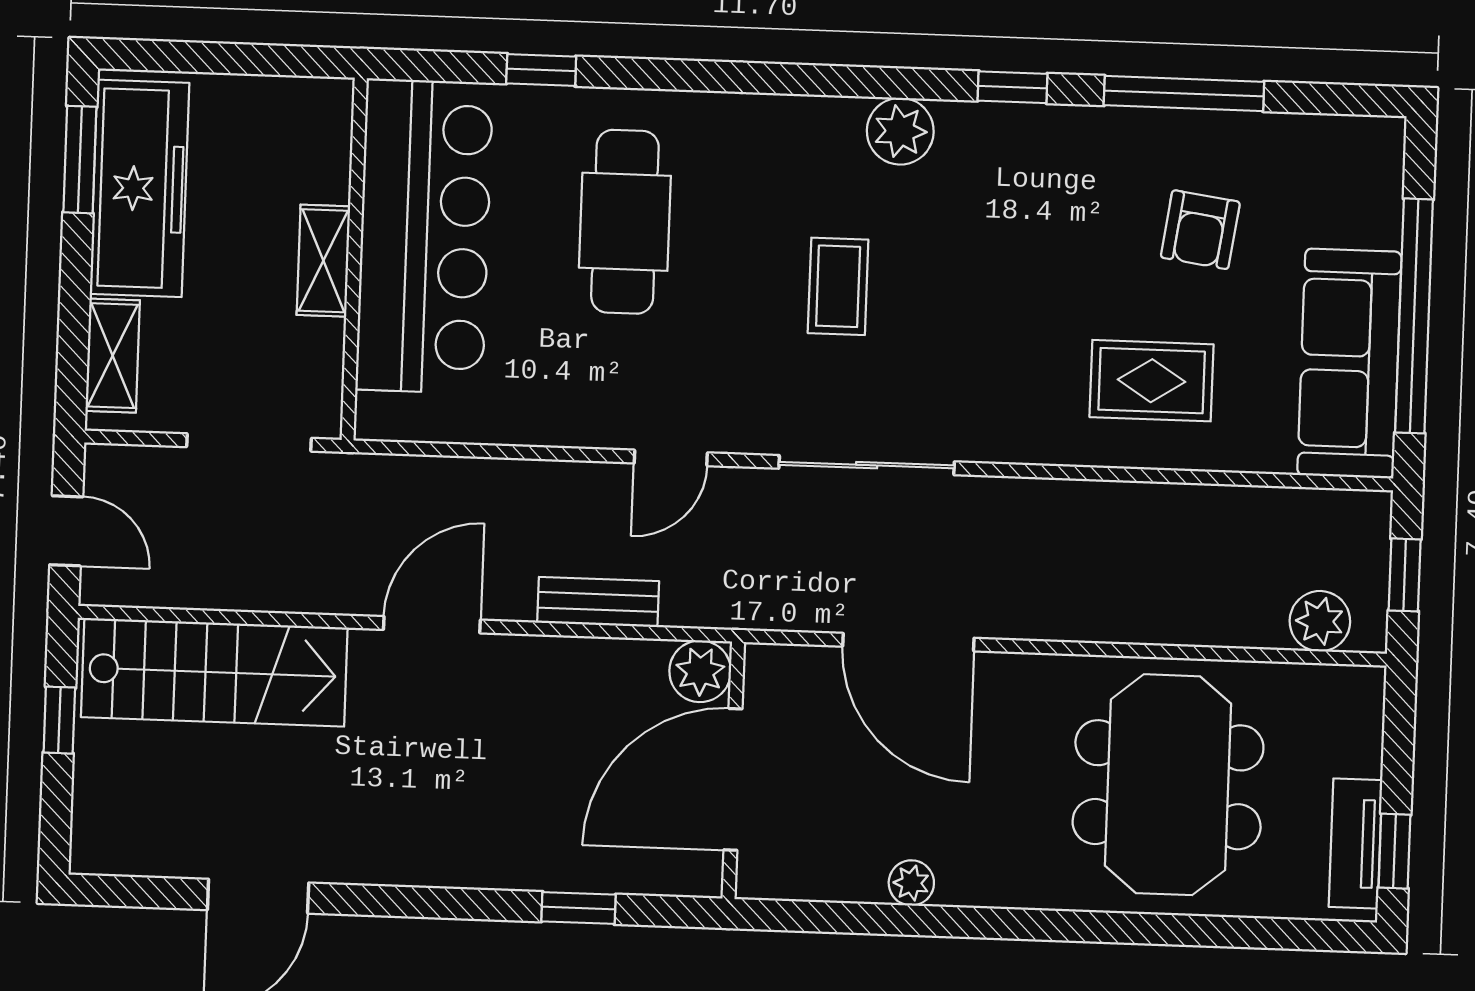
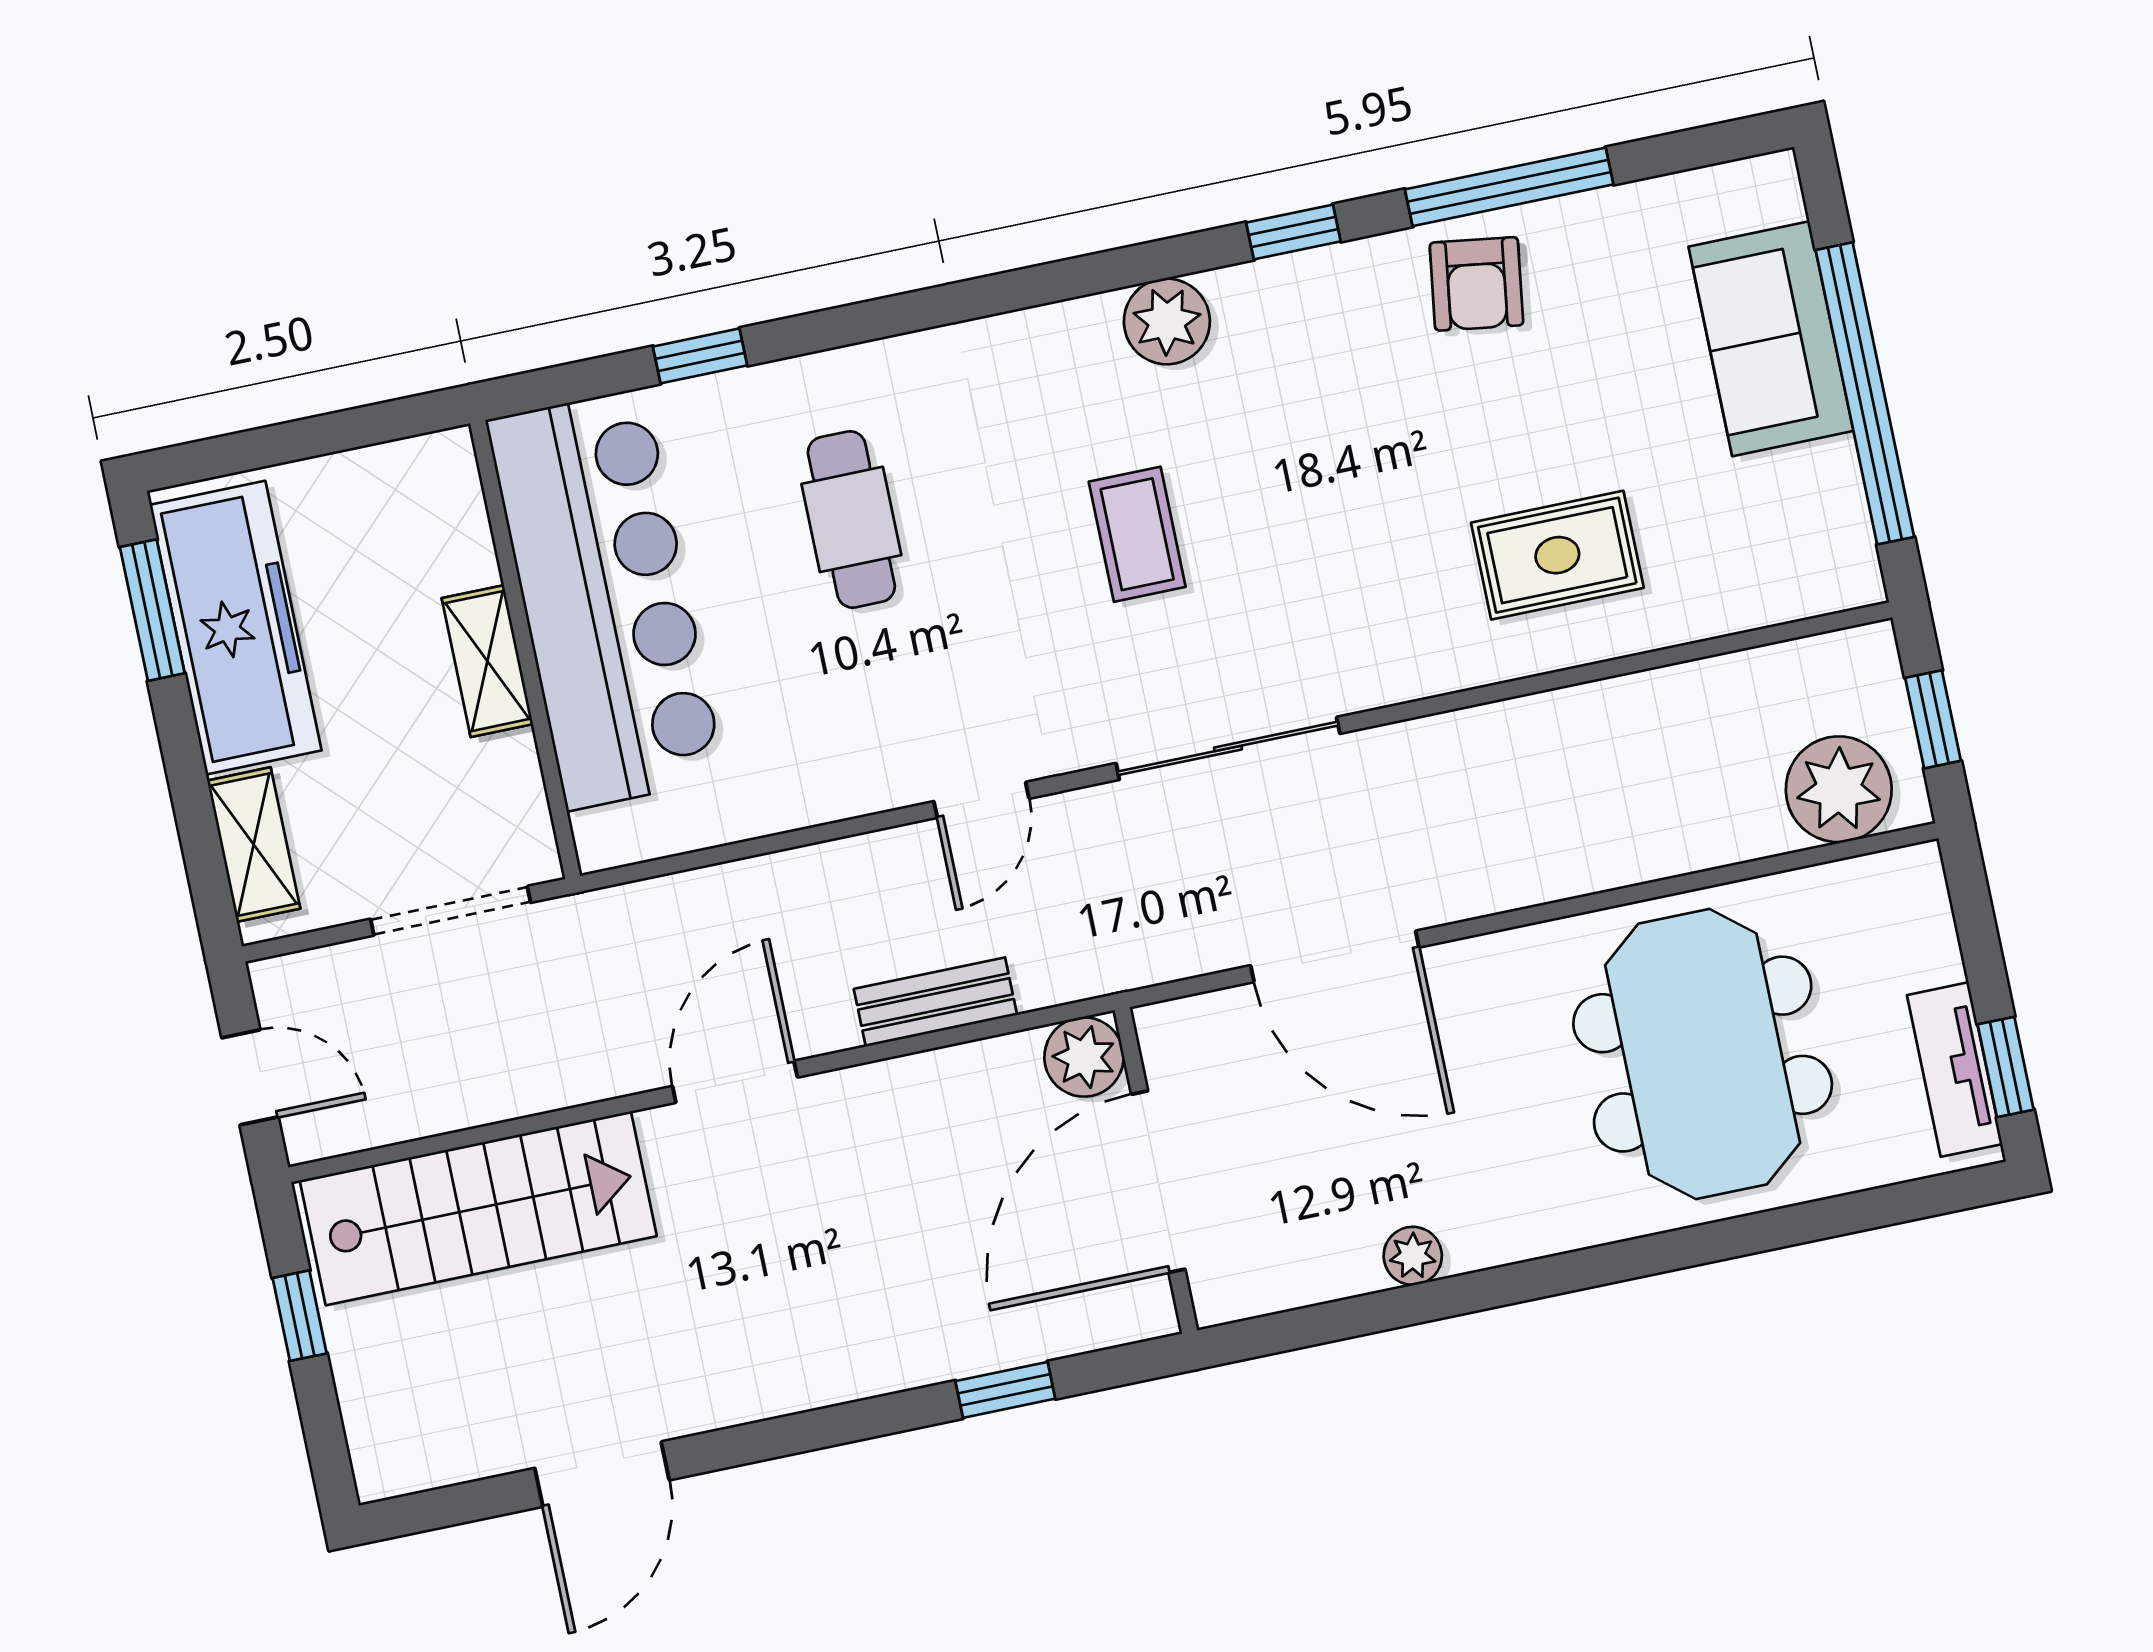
cafe table: (625, 222) -> (851, 519), width x0.73, depth x0.74
armchair: (1200, 230) -> (1476, 284), moved
sofa: (1349, 363) -> (1771, 339), moved, width x0.73
plant: (1320, 621) -> (1839, 789), width x1.36, depth x1.36

